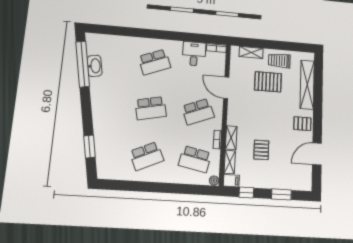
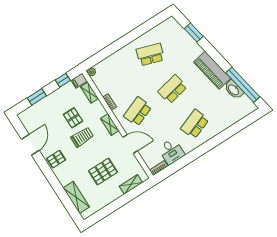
trolley: (279, 61) -> (82, 137), moved
shelving: (307, 85) -> (76, 197), width x0.68
piano: (100, 98) -> (212, 70), added
shelving: (231, 138) -> (110, 125), moved
school desk: (147, 156) -> (150, 55), turned 42
school desk: (195, 159) -> (115, 77), removed

